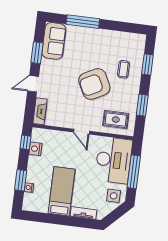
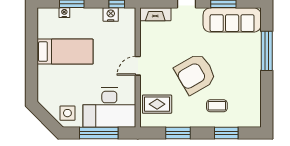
sofa: (54, 41) -> (232, 20), width x1.36
armchair: (94, 84) -> (195, 74), turned -93
rug: (116, 120) -> (157, 104), turned 90
tv unit: (83, 213) -> (43, 80), removed

